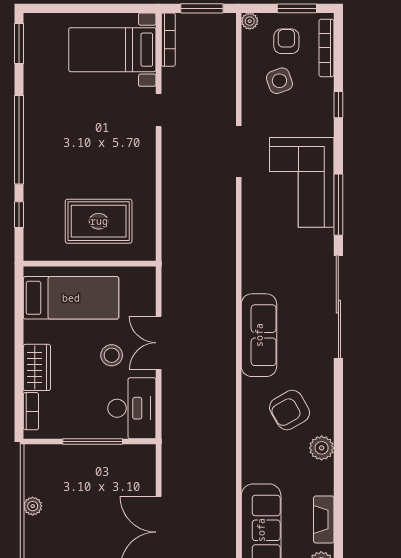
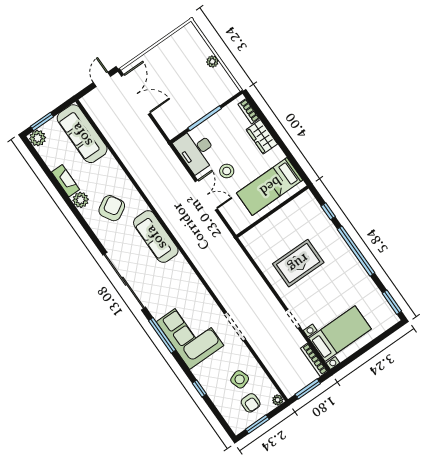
bookcase: (326, 48) -> (227, 414), removed
rug: (99, 221) -> (298, 263), moved
fireplace: (324, 519) -> (65, 181), moved

